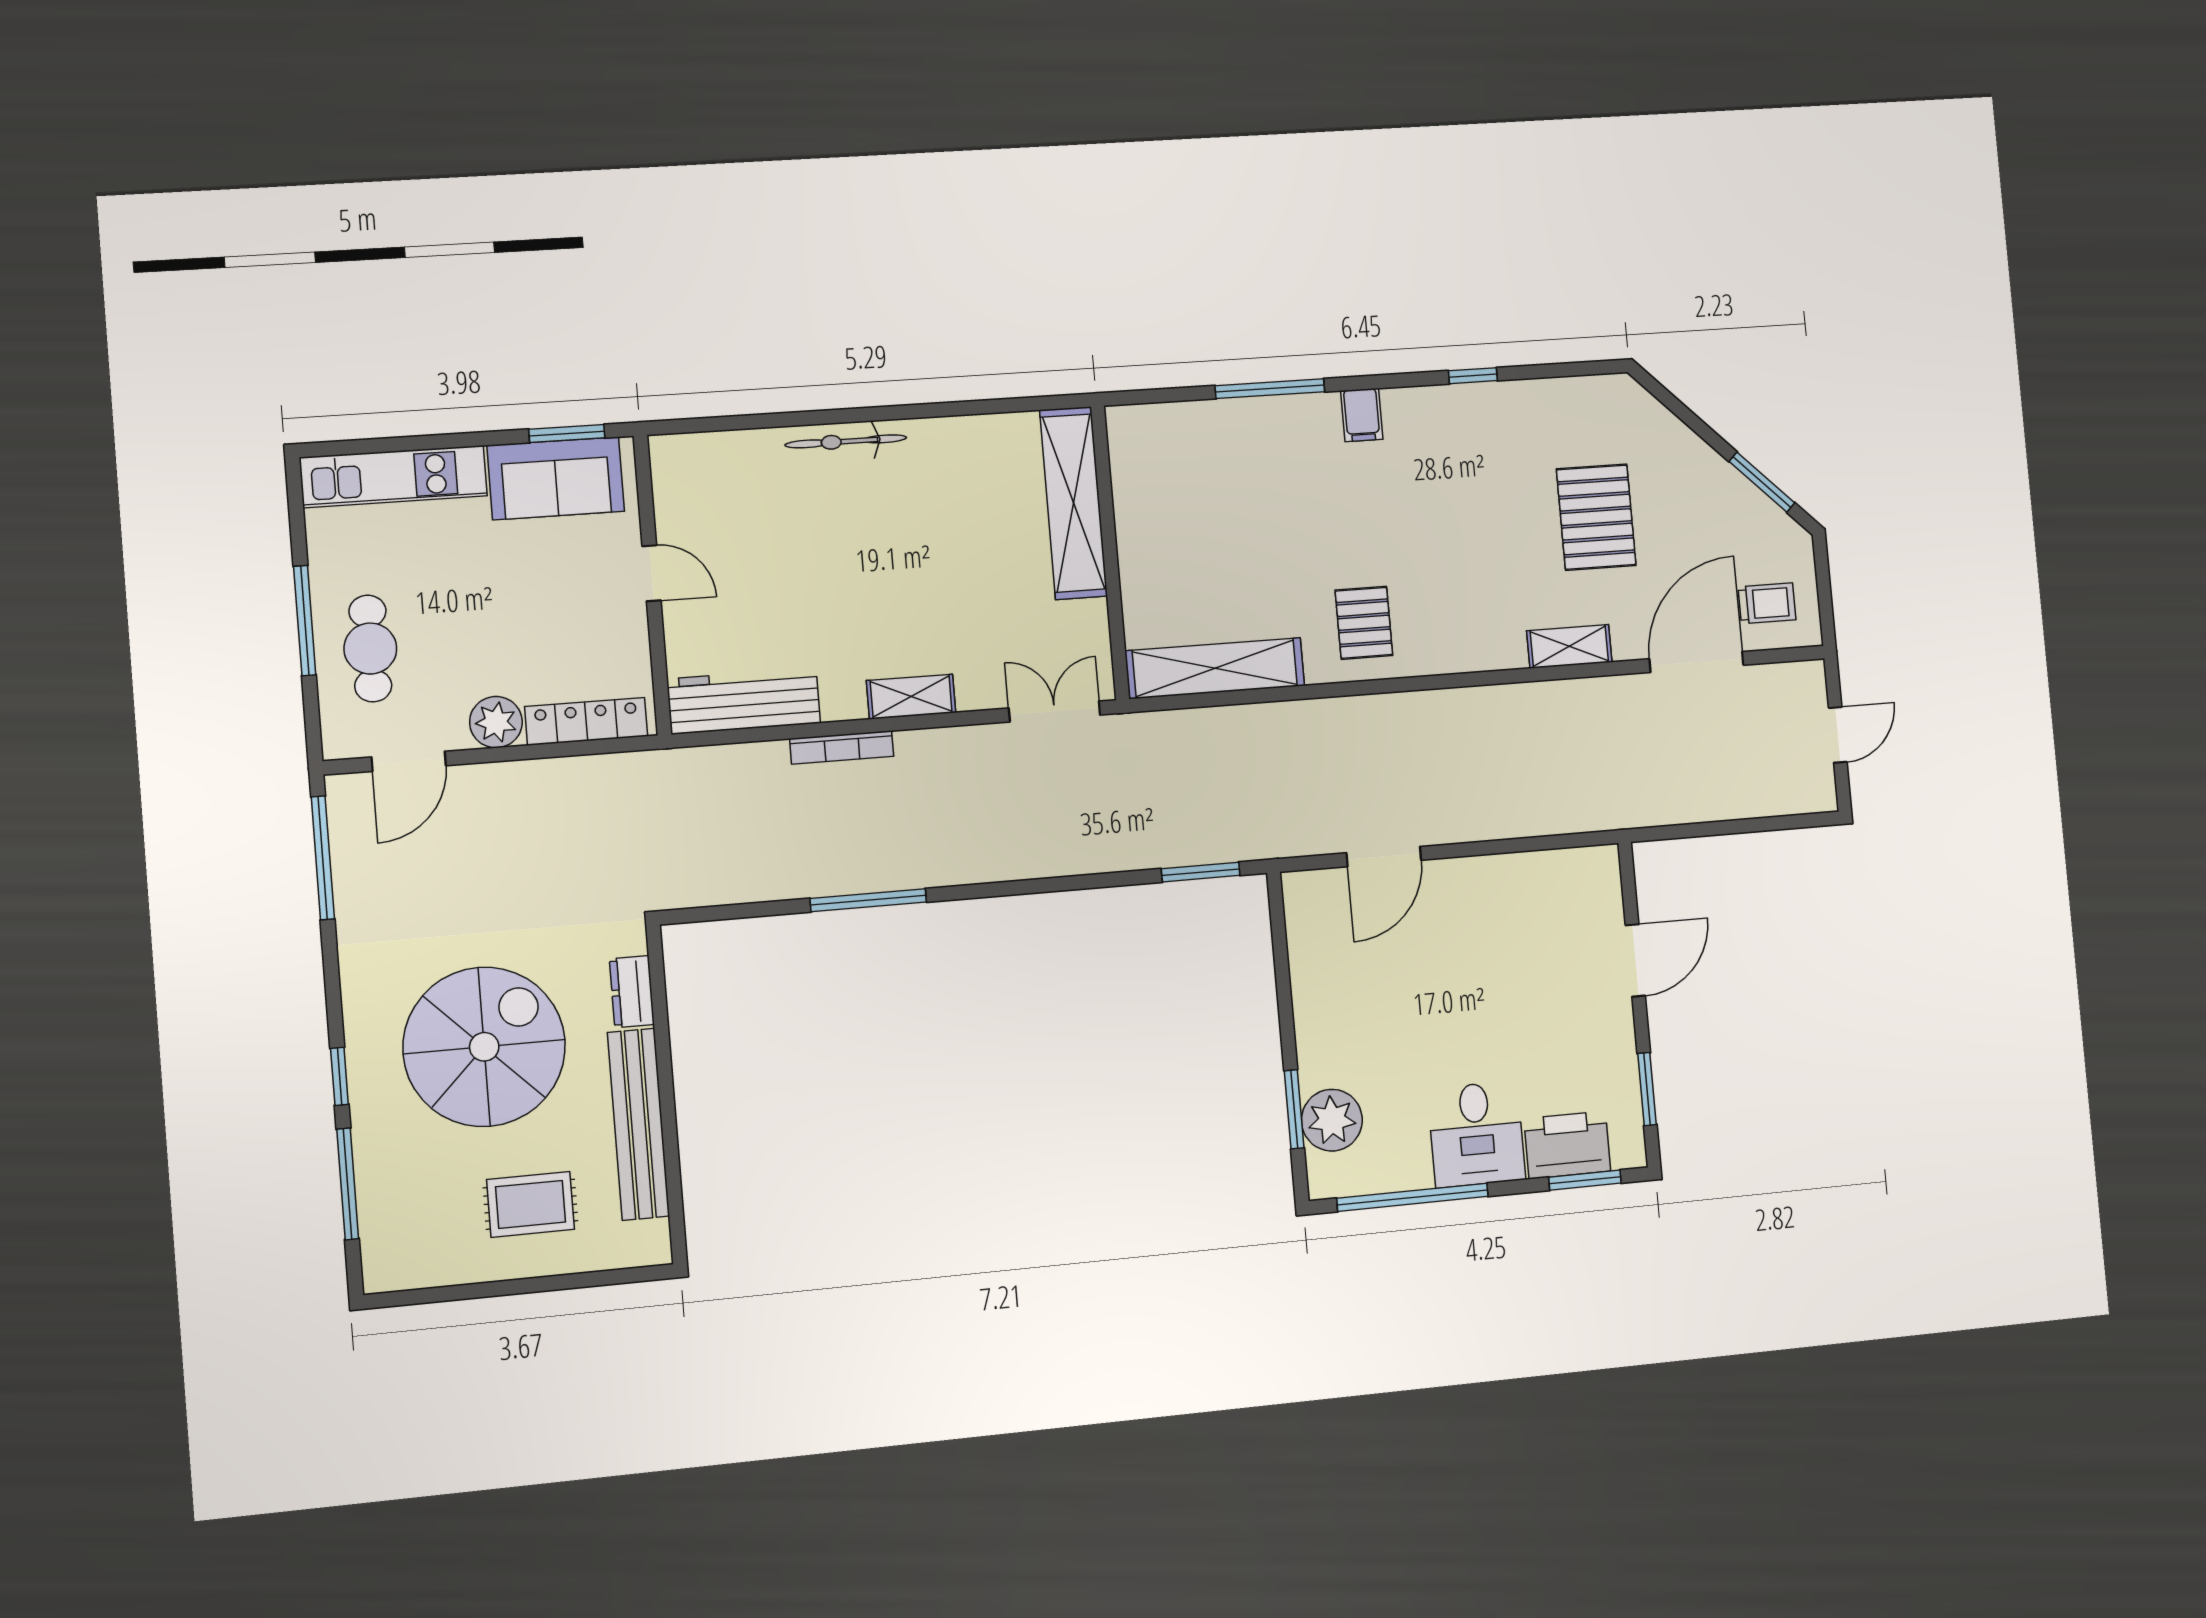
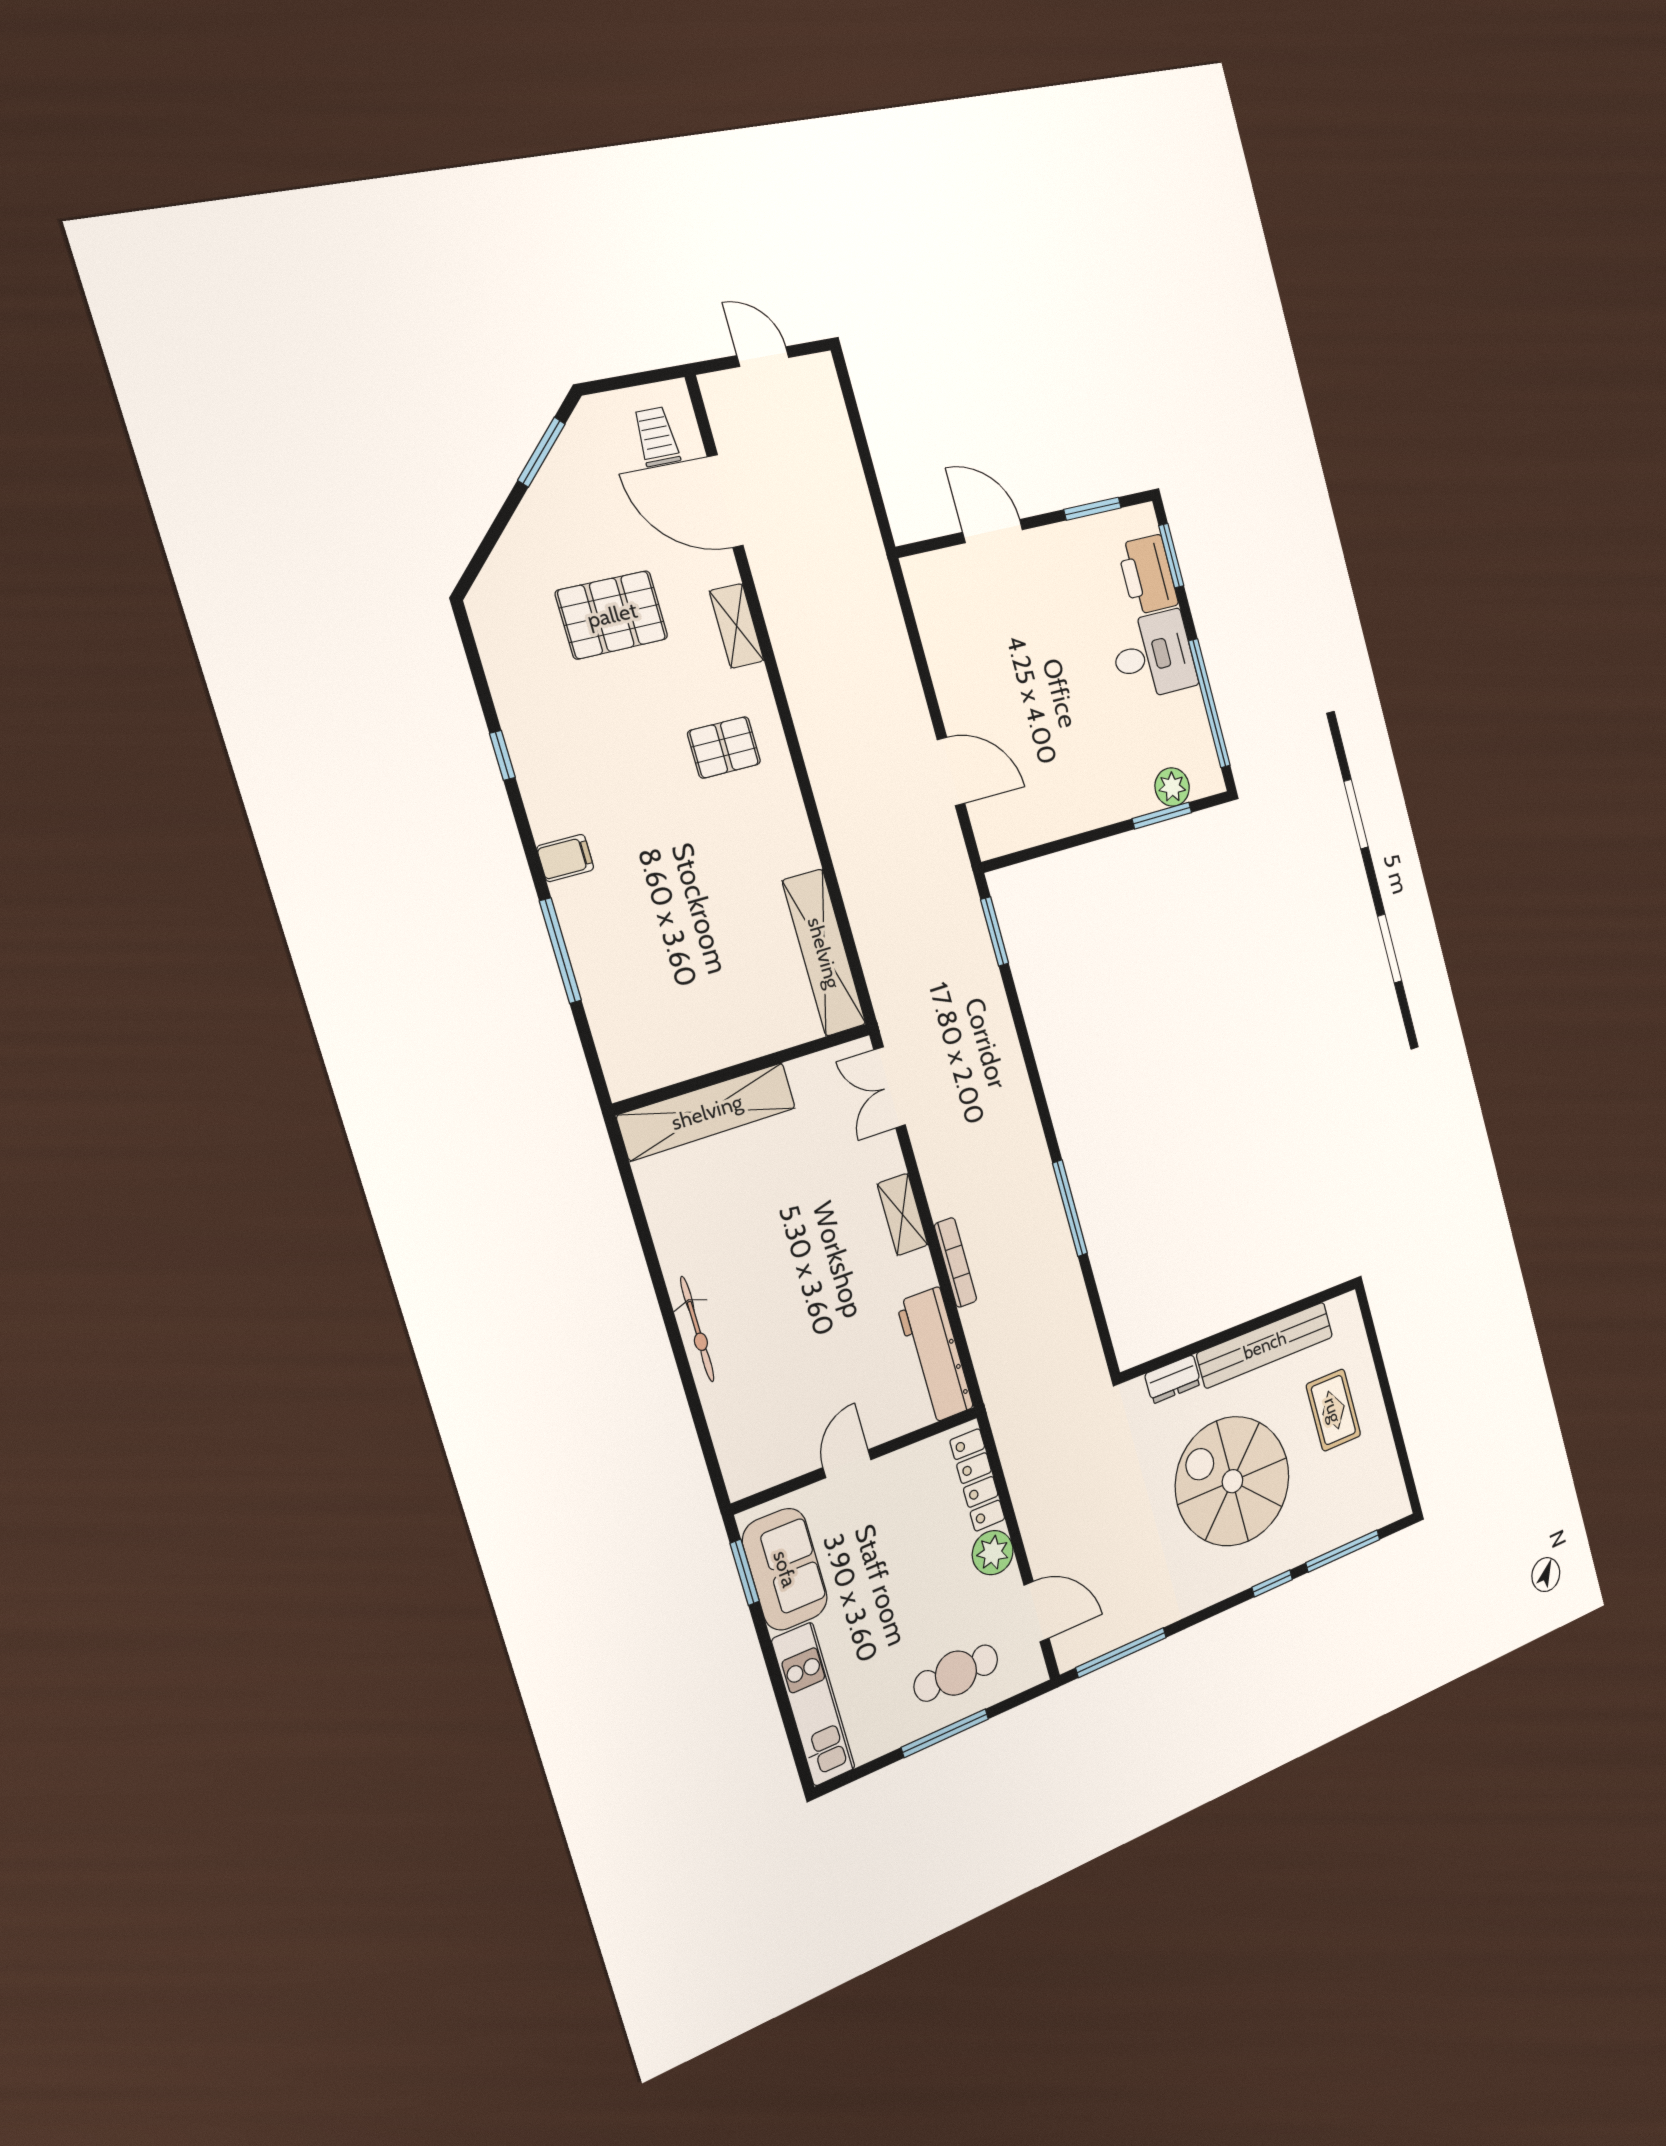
pallet: (1364, 623) -> (724, 747), moved
plant: (1332, 1120) -> (1172, 787), width x0.73, depth x0.73

